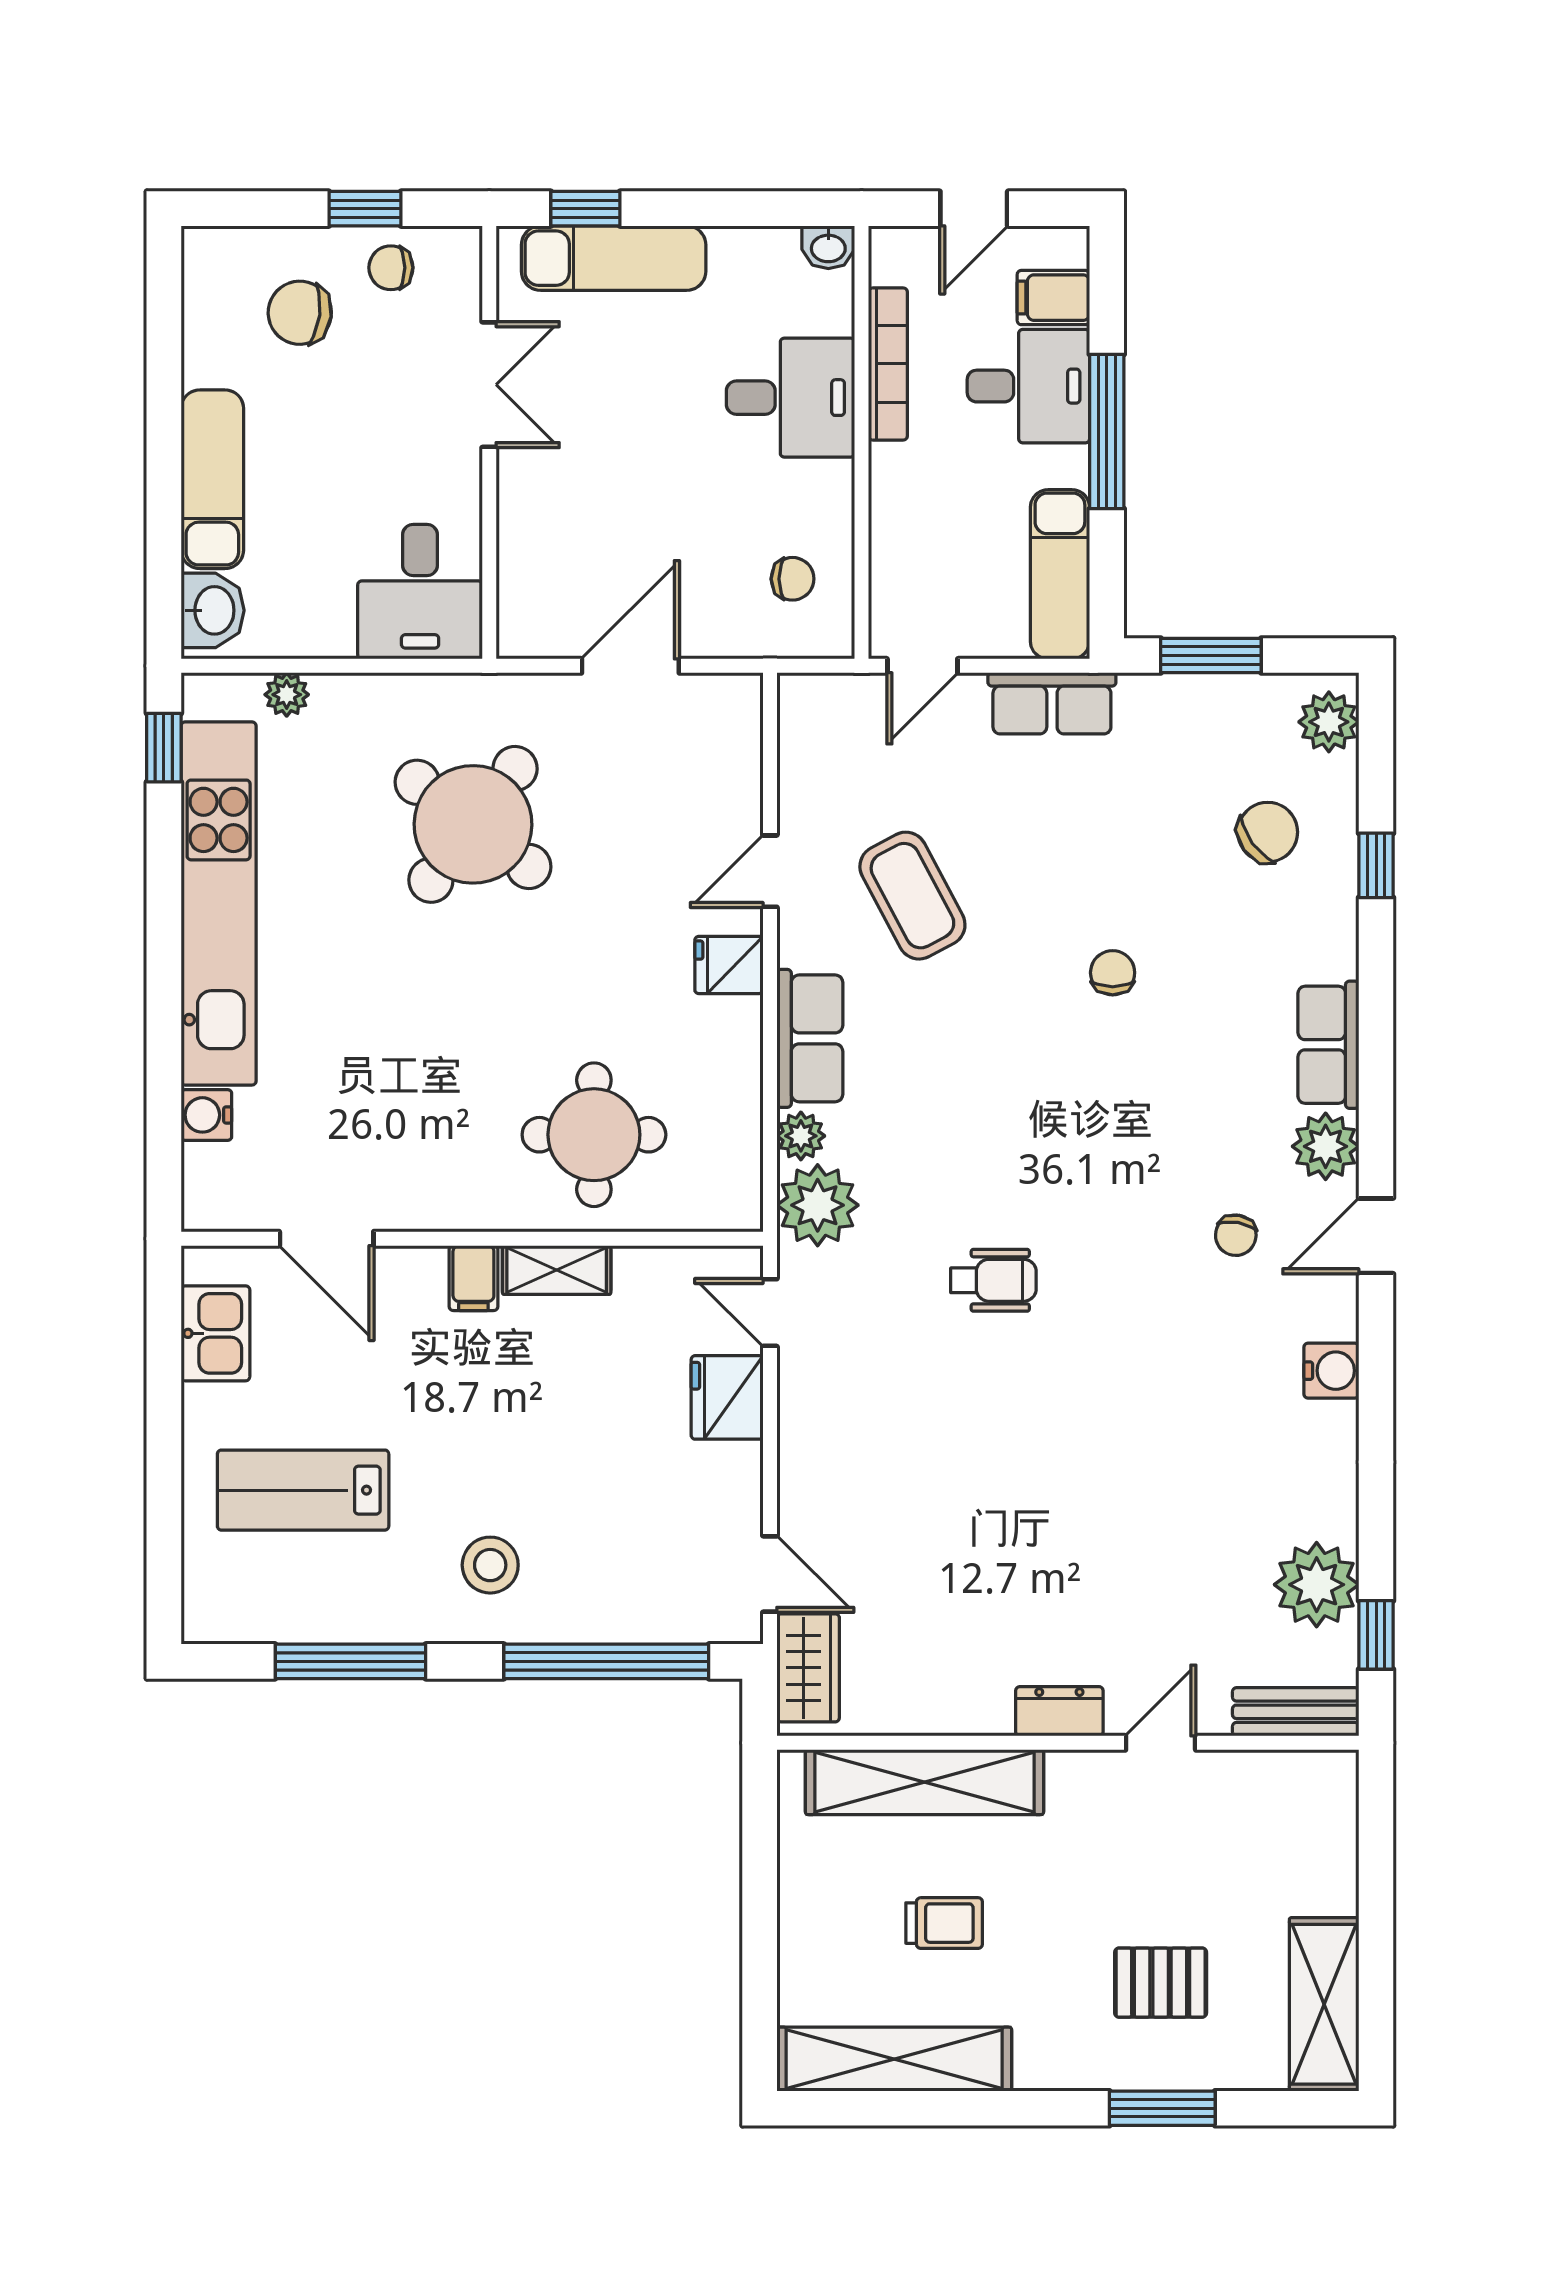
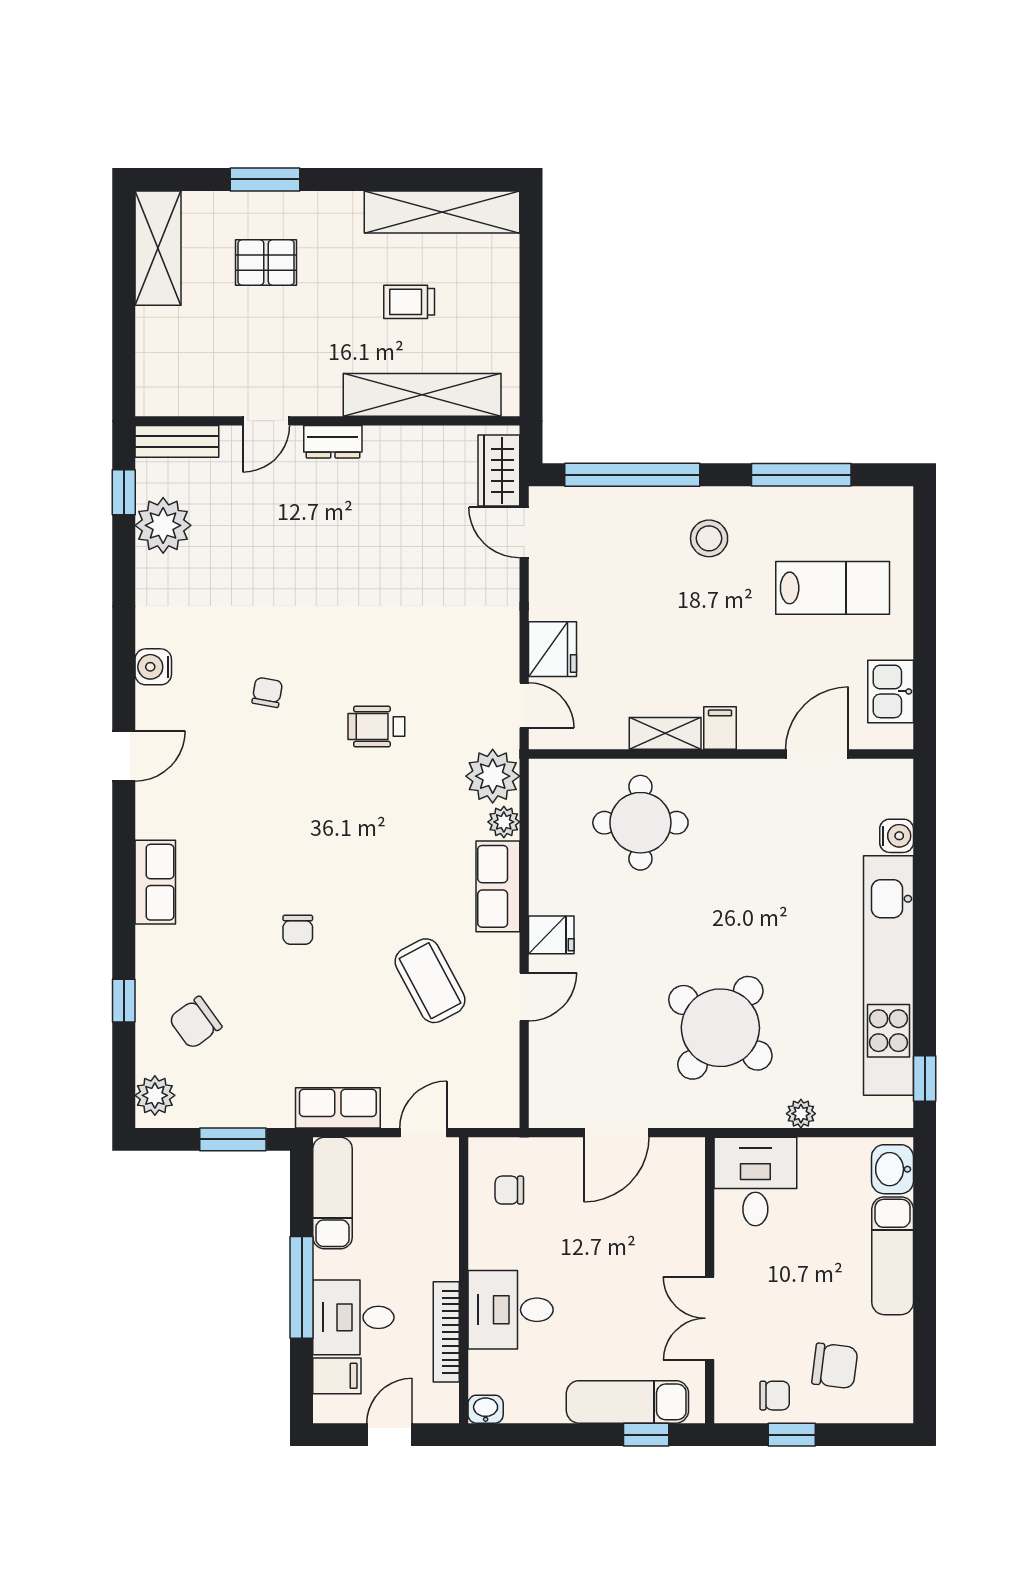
plant: (287, 695) -> (801, 1114), moved
plant: (1326, 1146) -> (157, 815), removed
chair: (1236, 1235) -> (267, 692), moved
door: (327, 1239) -> (817, 754), hinge flipped

